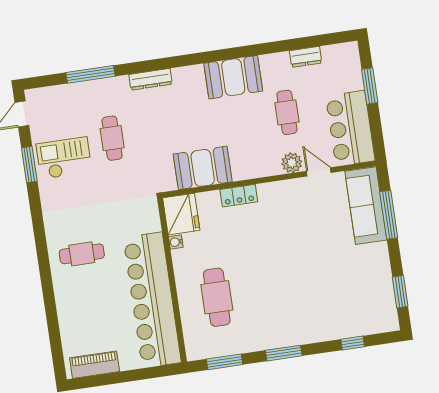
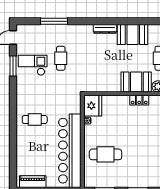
dresser: (150, 79) -> (105, 29), moved
booth: (203, 168) -> (136, 82), moved
locker: (239, 196) -> (139, 100), moved
cafe table: (217, 297) -> (106, 154), turned 90

